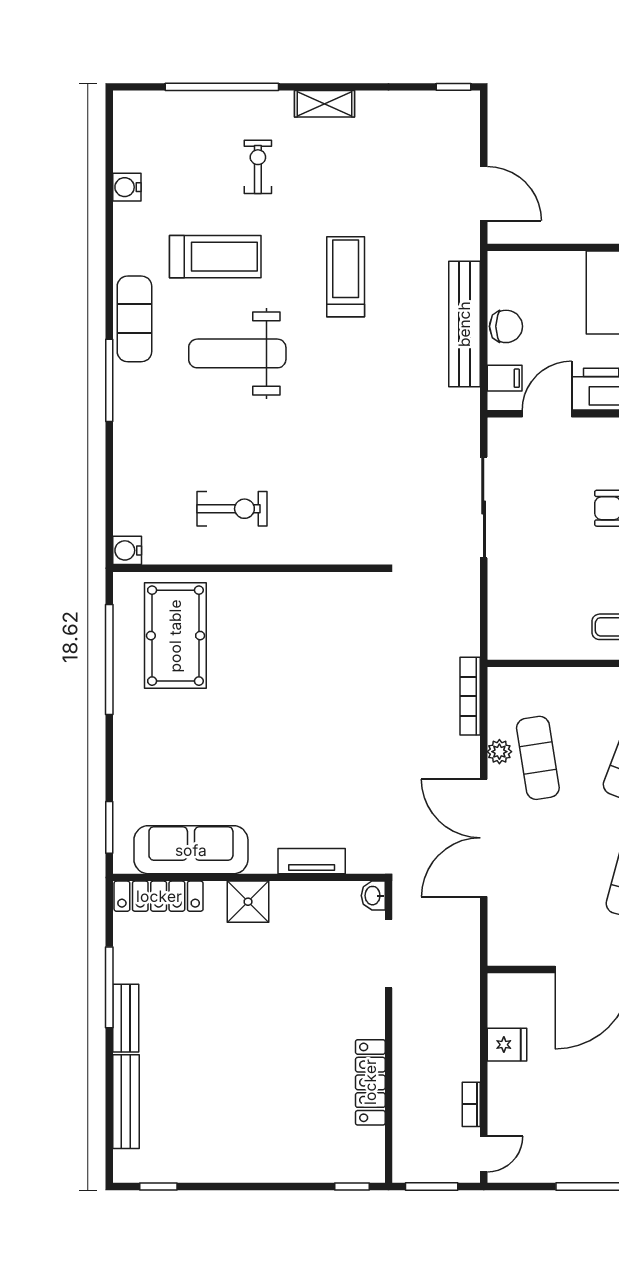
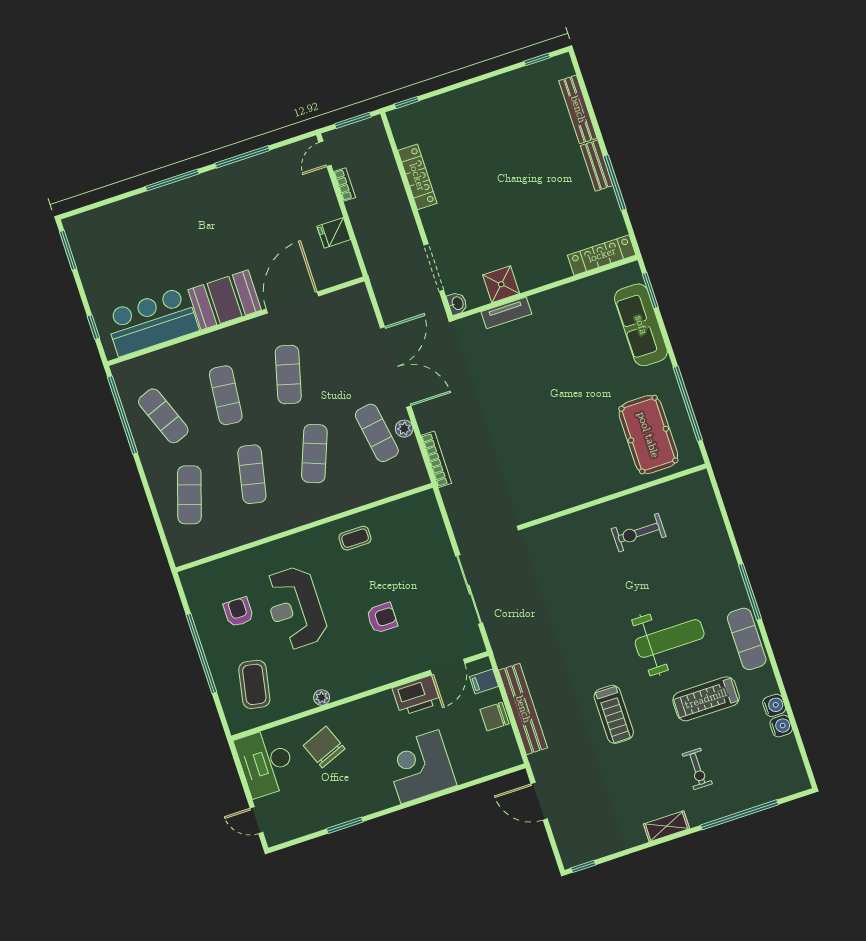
water cooler: (127, 550) -> (774, 705), moved
sofa: (191, 850) -> (641, 325), moved, turned 90
shower: (248, 902) -> (501, 284), moved

